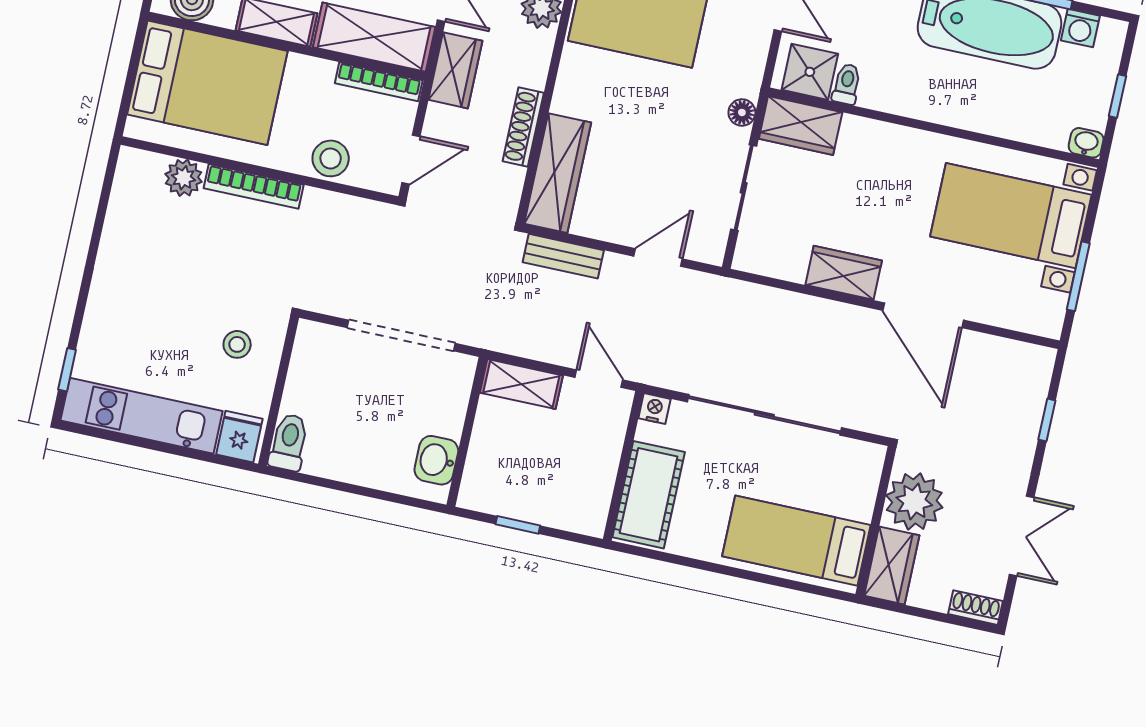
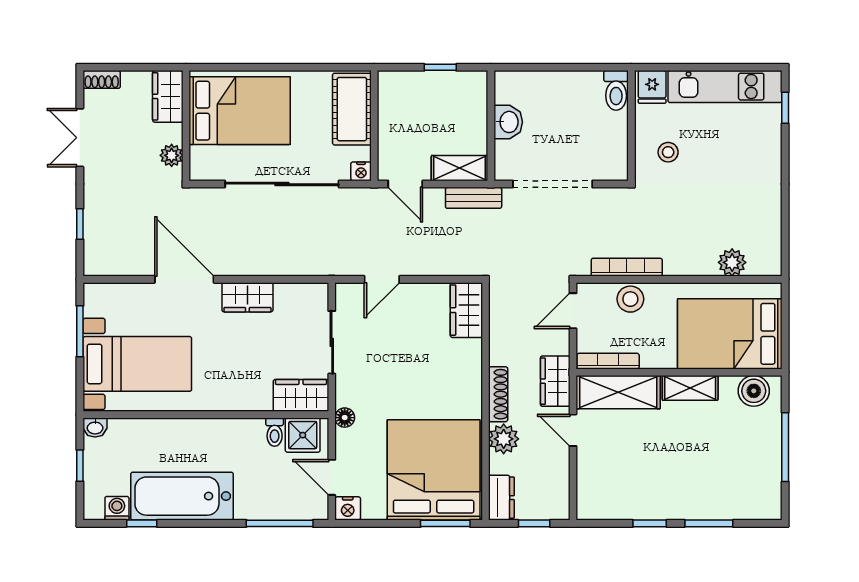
floor lamp: (742, 112) -> (345, 418), moved
shoe rack: (523, 127) -> (498, 394), moved
wardrobe: (558, 173) -> (466, 310), width x0.67
bookcase: (254, 186) -> (627, 267), moved
bench: (563, 256) -> (474, 198), moved
washbasin: (436, 460) -> (508, 122), moved
plant: (914, 501) -> (172, 155), width x0.53, depth x0.53
bed: (796, 541) -> (240, 111), width x1.50

